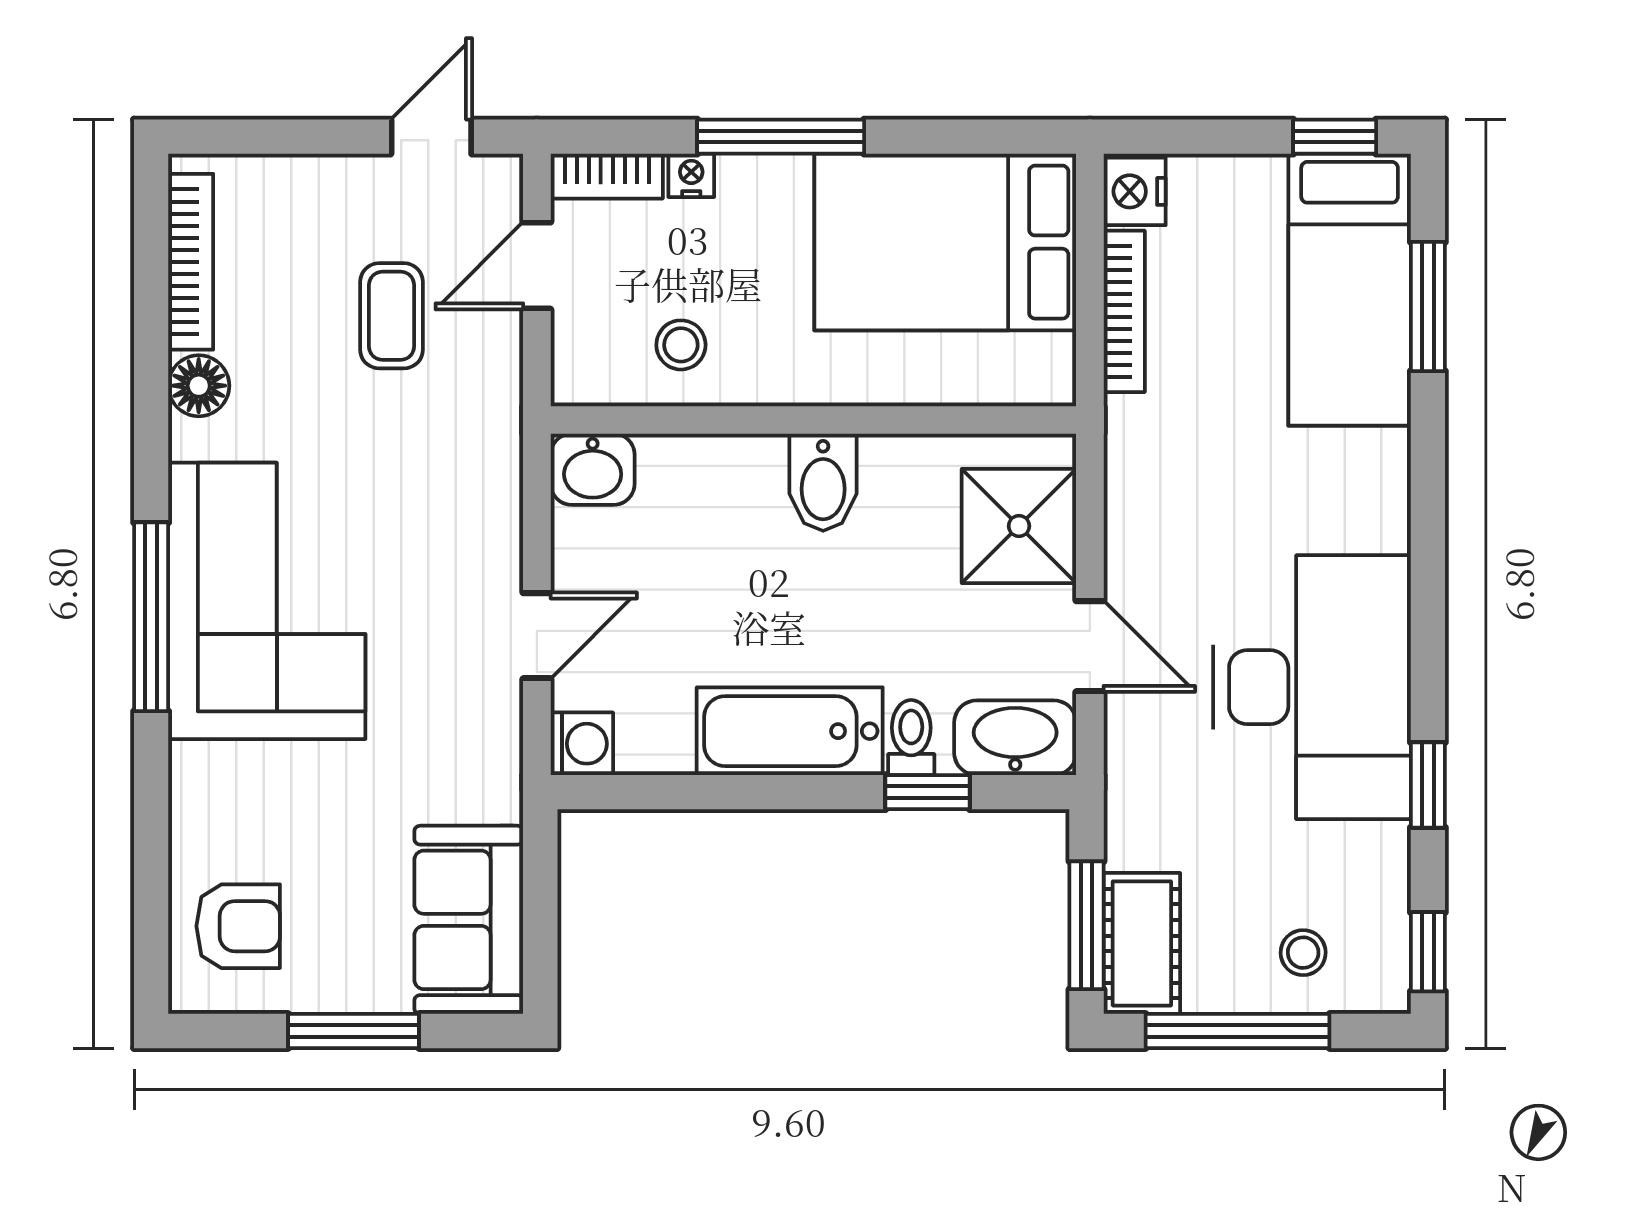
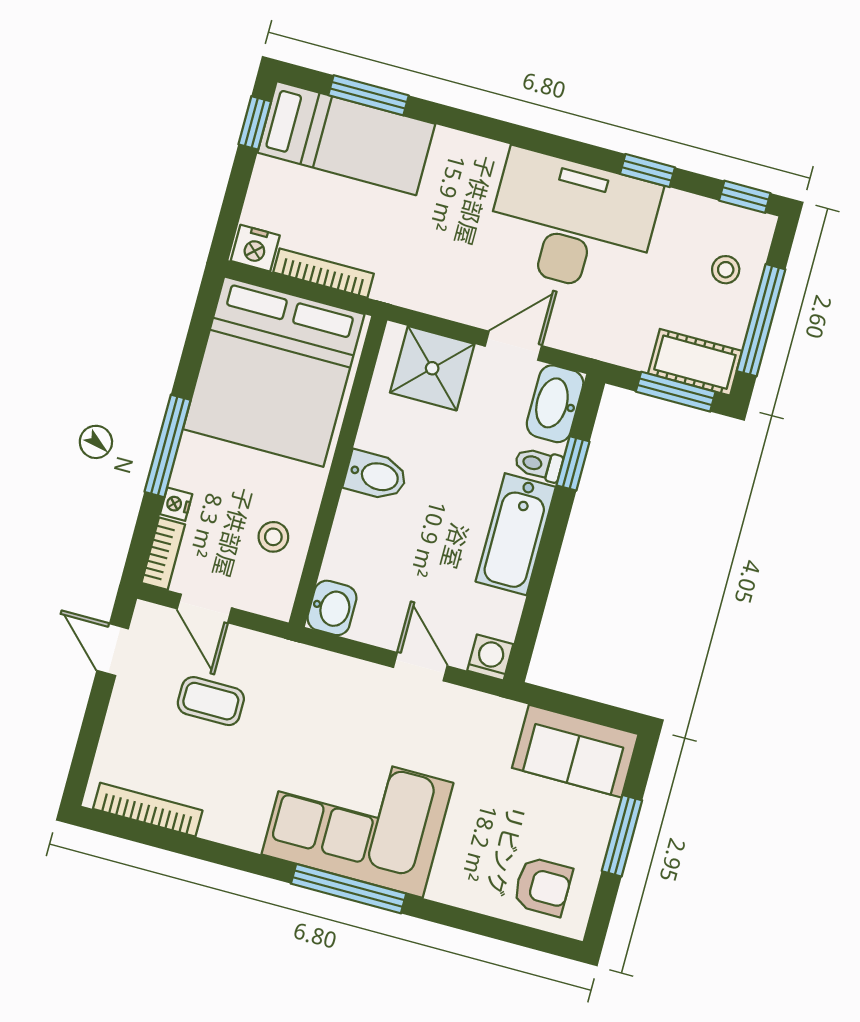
bed: (945, 242) -> (274, 372), width x1.36
floor lamp: (199, 386) -> (221, 824), removed
armchair: (238, 926) -> (543, 887), turned 90

